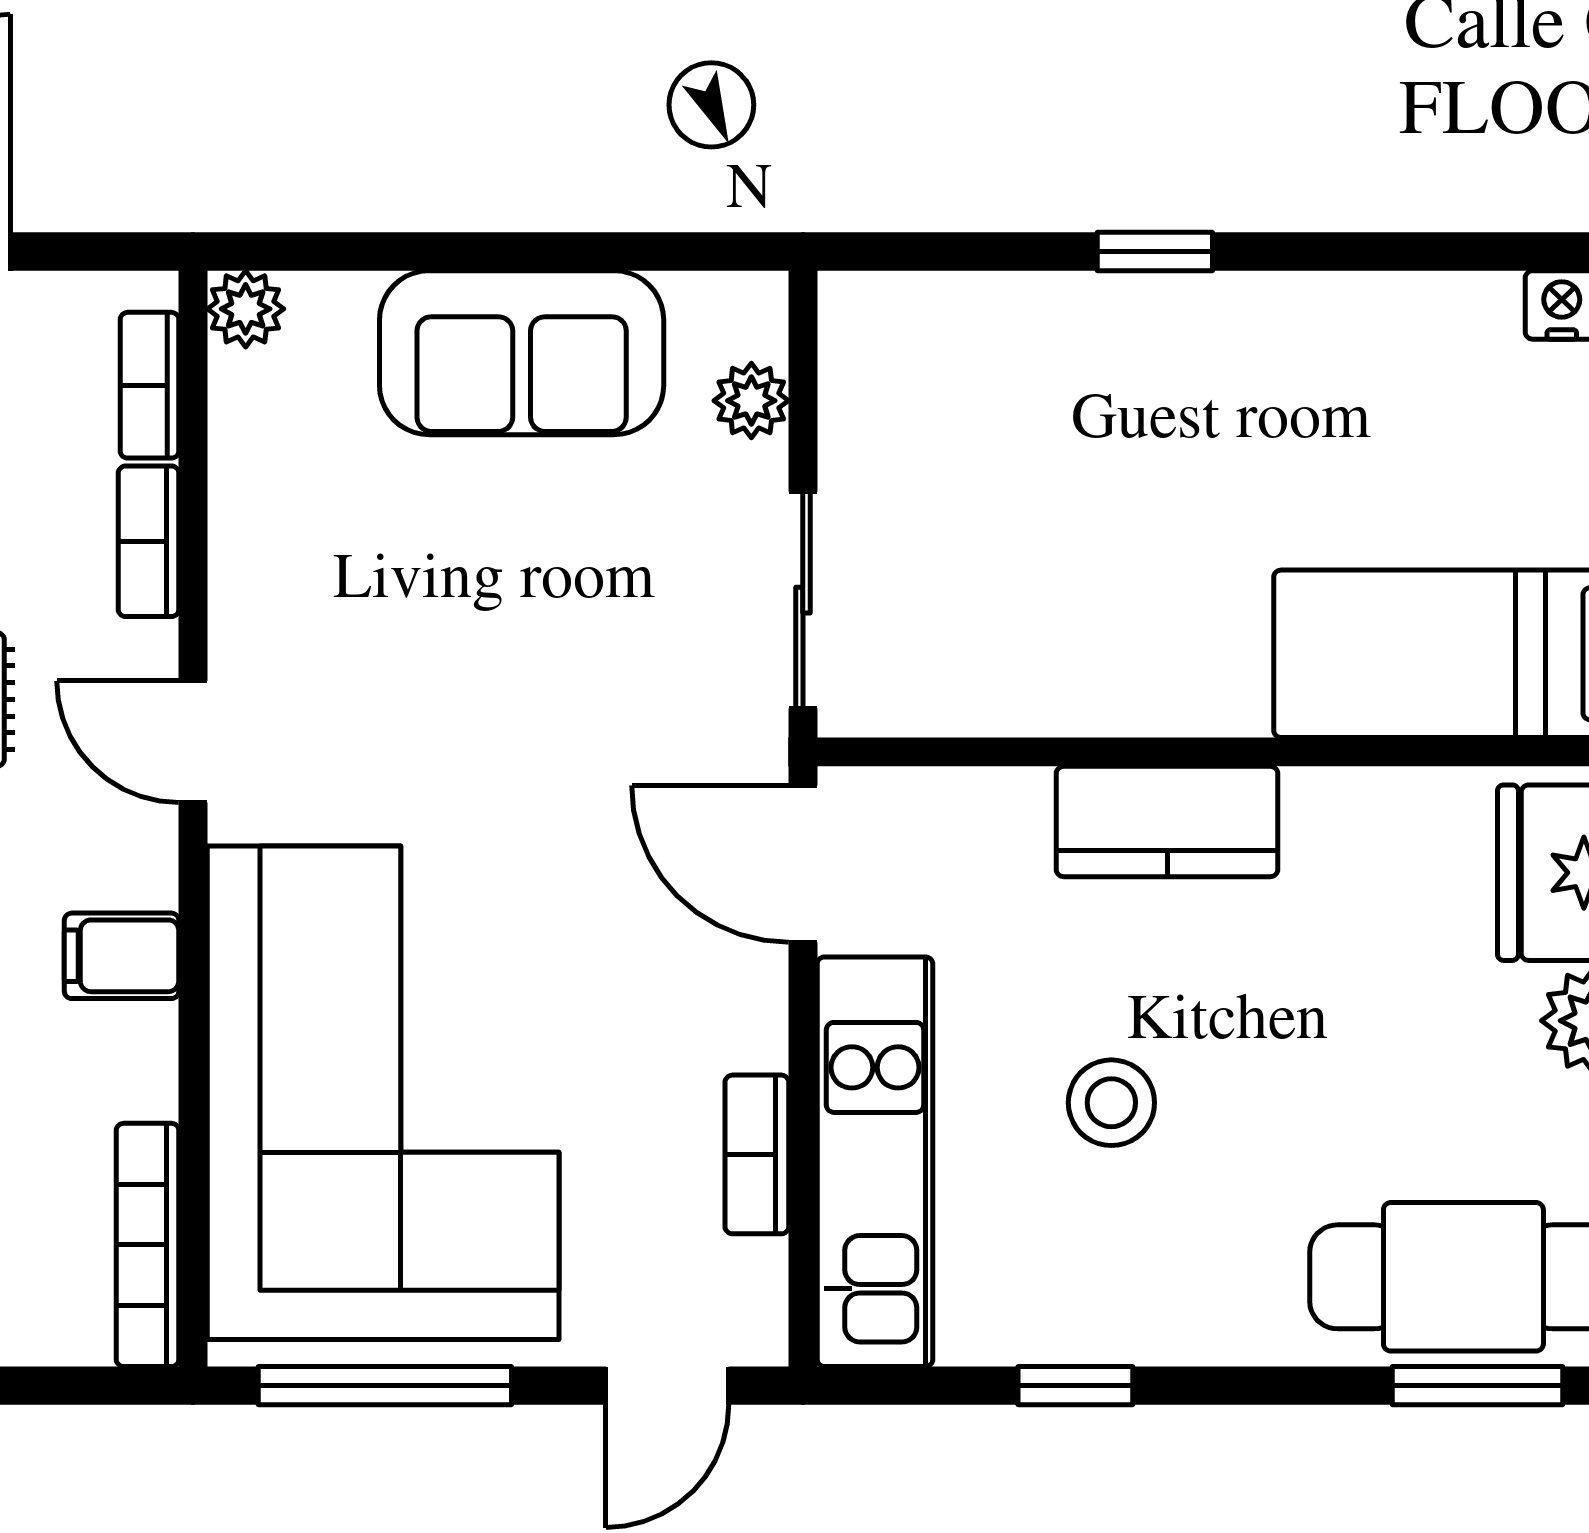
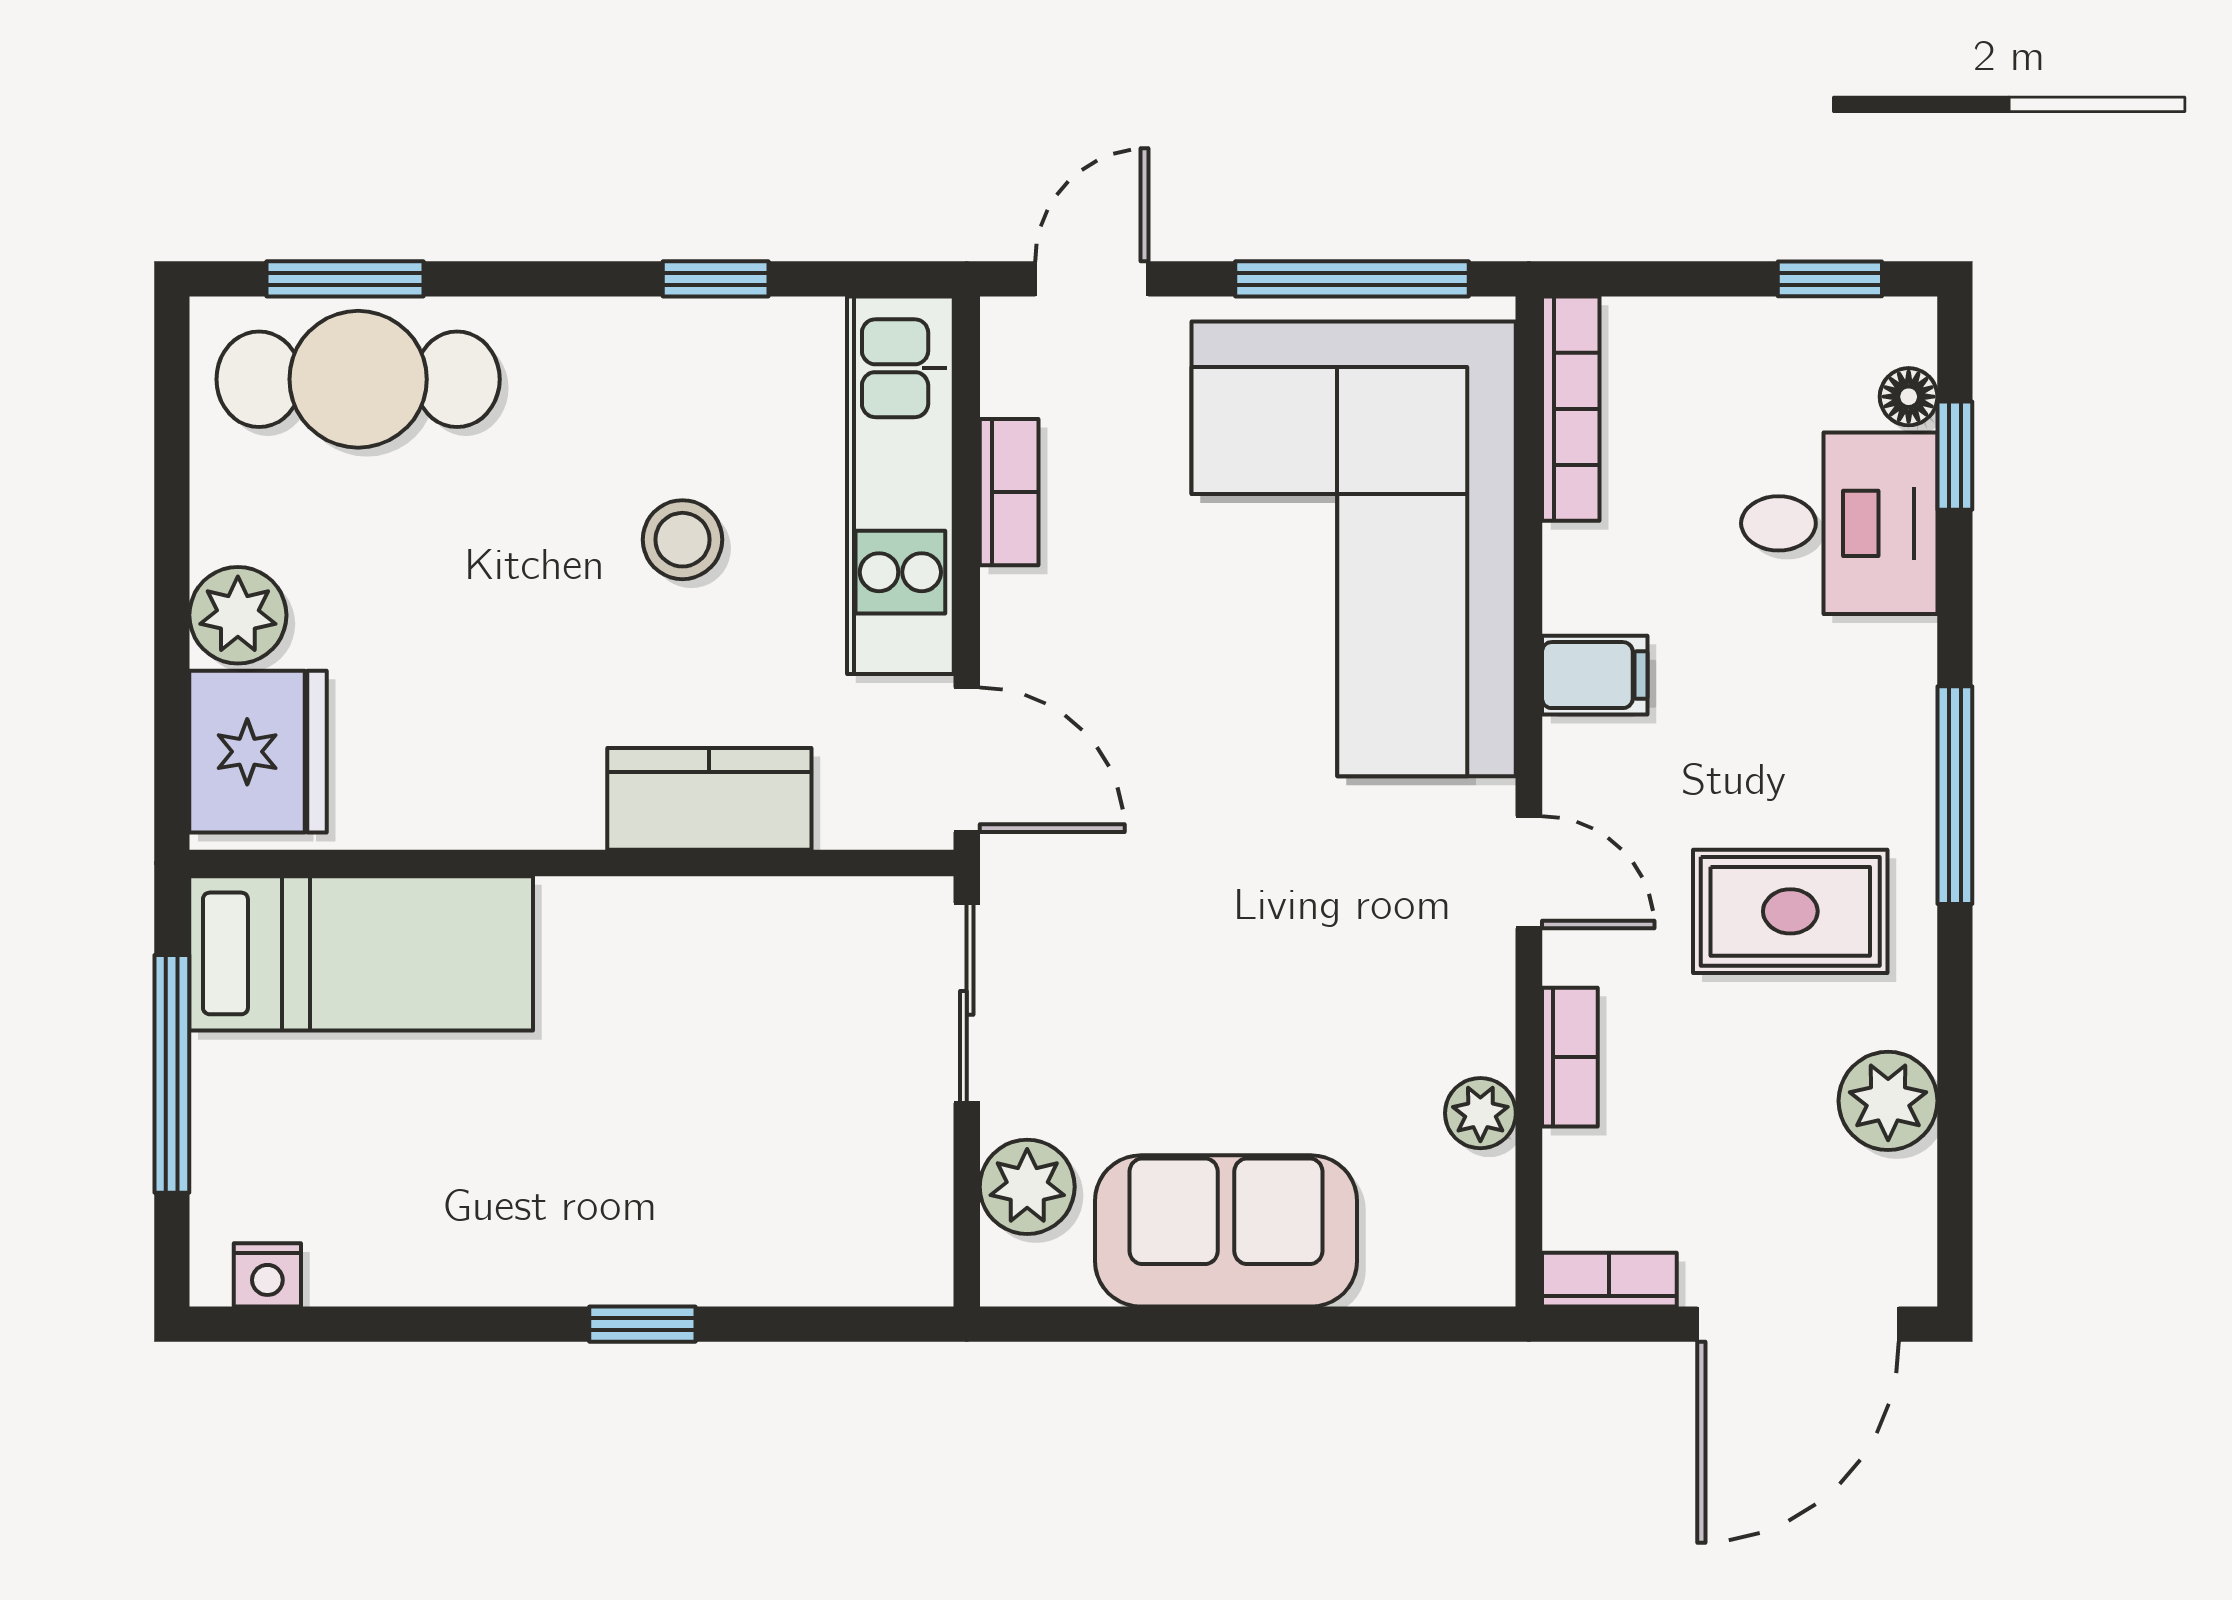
plant: (246, 309) -> (1480, 1113), moved
bookcase: (150, 385) -> (1609, 1280), moved, turned -90
plant: (751, 401) -> (1027, 1187), width x1.38, depth x1.38
kitchen counter: (1167, 822) -> (709, 799), moved

